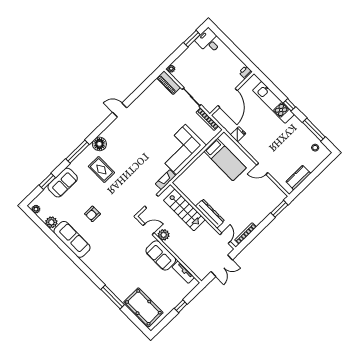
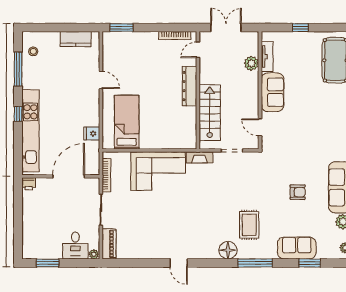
desk: (209, 41) -> (75, 245), moved
kitchen unit: (273, 102) -> (30, 131), width x1.36
plant: (164, 235) -> (251, 63), moved

